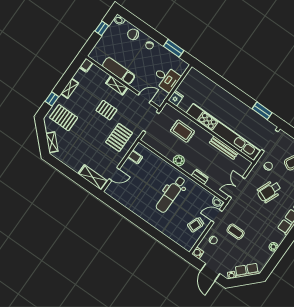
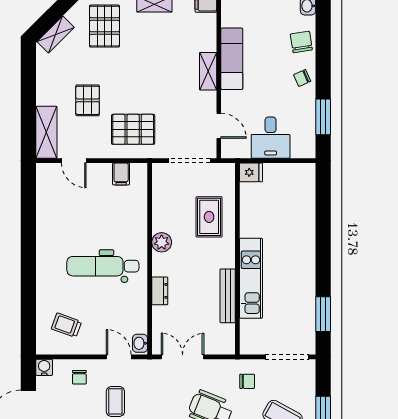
pallet: (106, 110) -> (88, 100), moved
kitchen unit: (223, 132) -> (251, 278), width x0.54
trolley: (196, 225) -> (66, 325), moved

